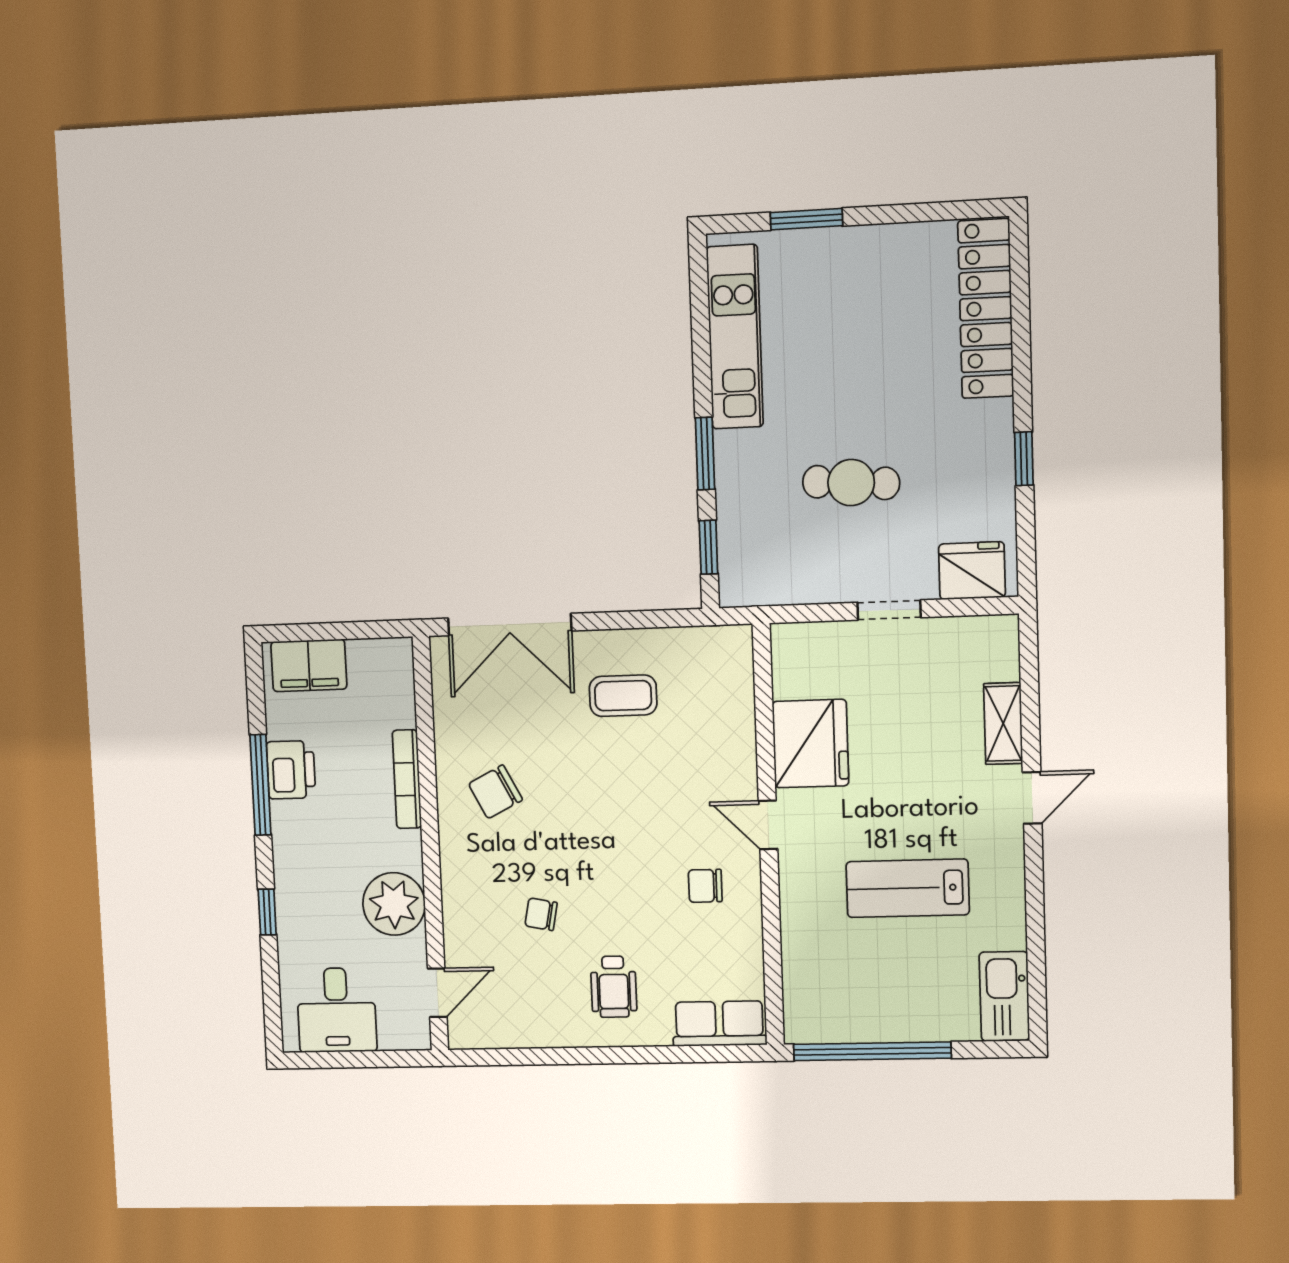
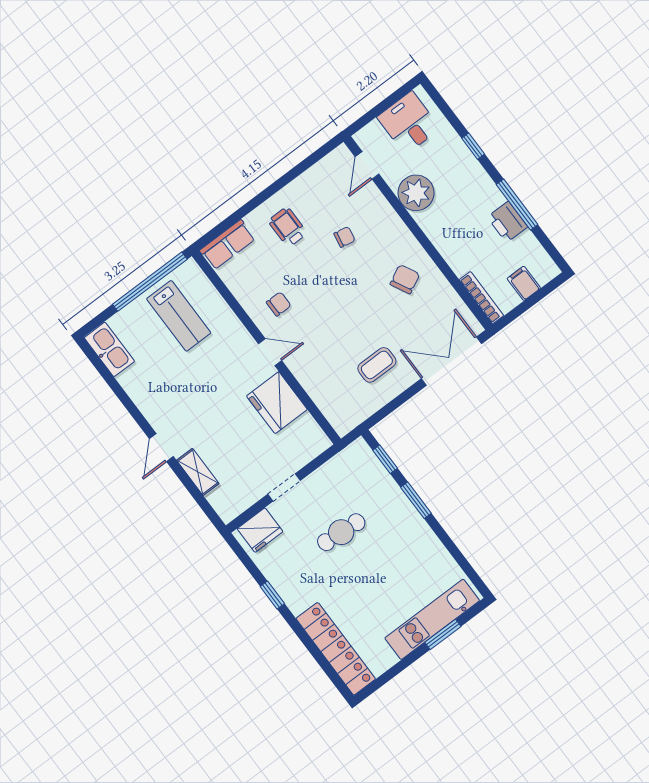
kitchen unit: (735, 337) -> (432, 619), moved, turned 90
filing cabinet: (309, 665) -> (524, 283), width x0.50
bookcase: (407, 779) -> (481, 298), moved
lab bench: (908, 888) -> (179, 316), moved, turned 90

